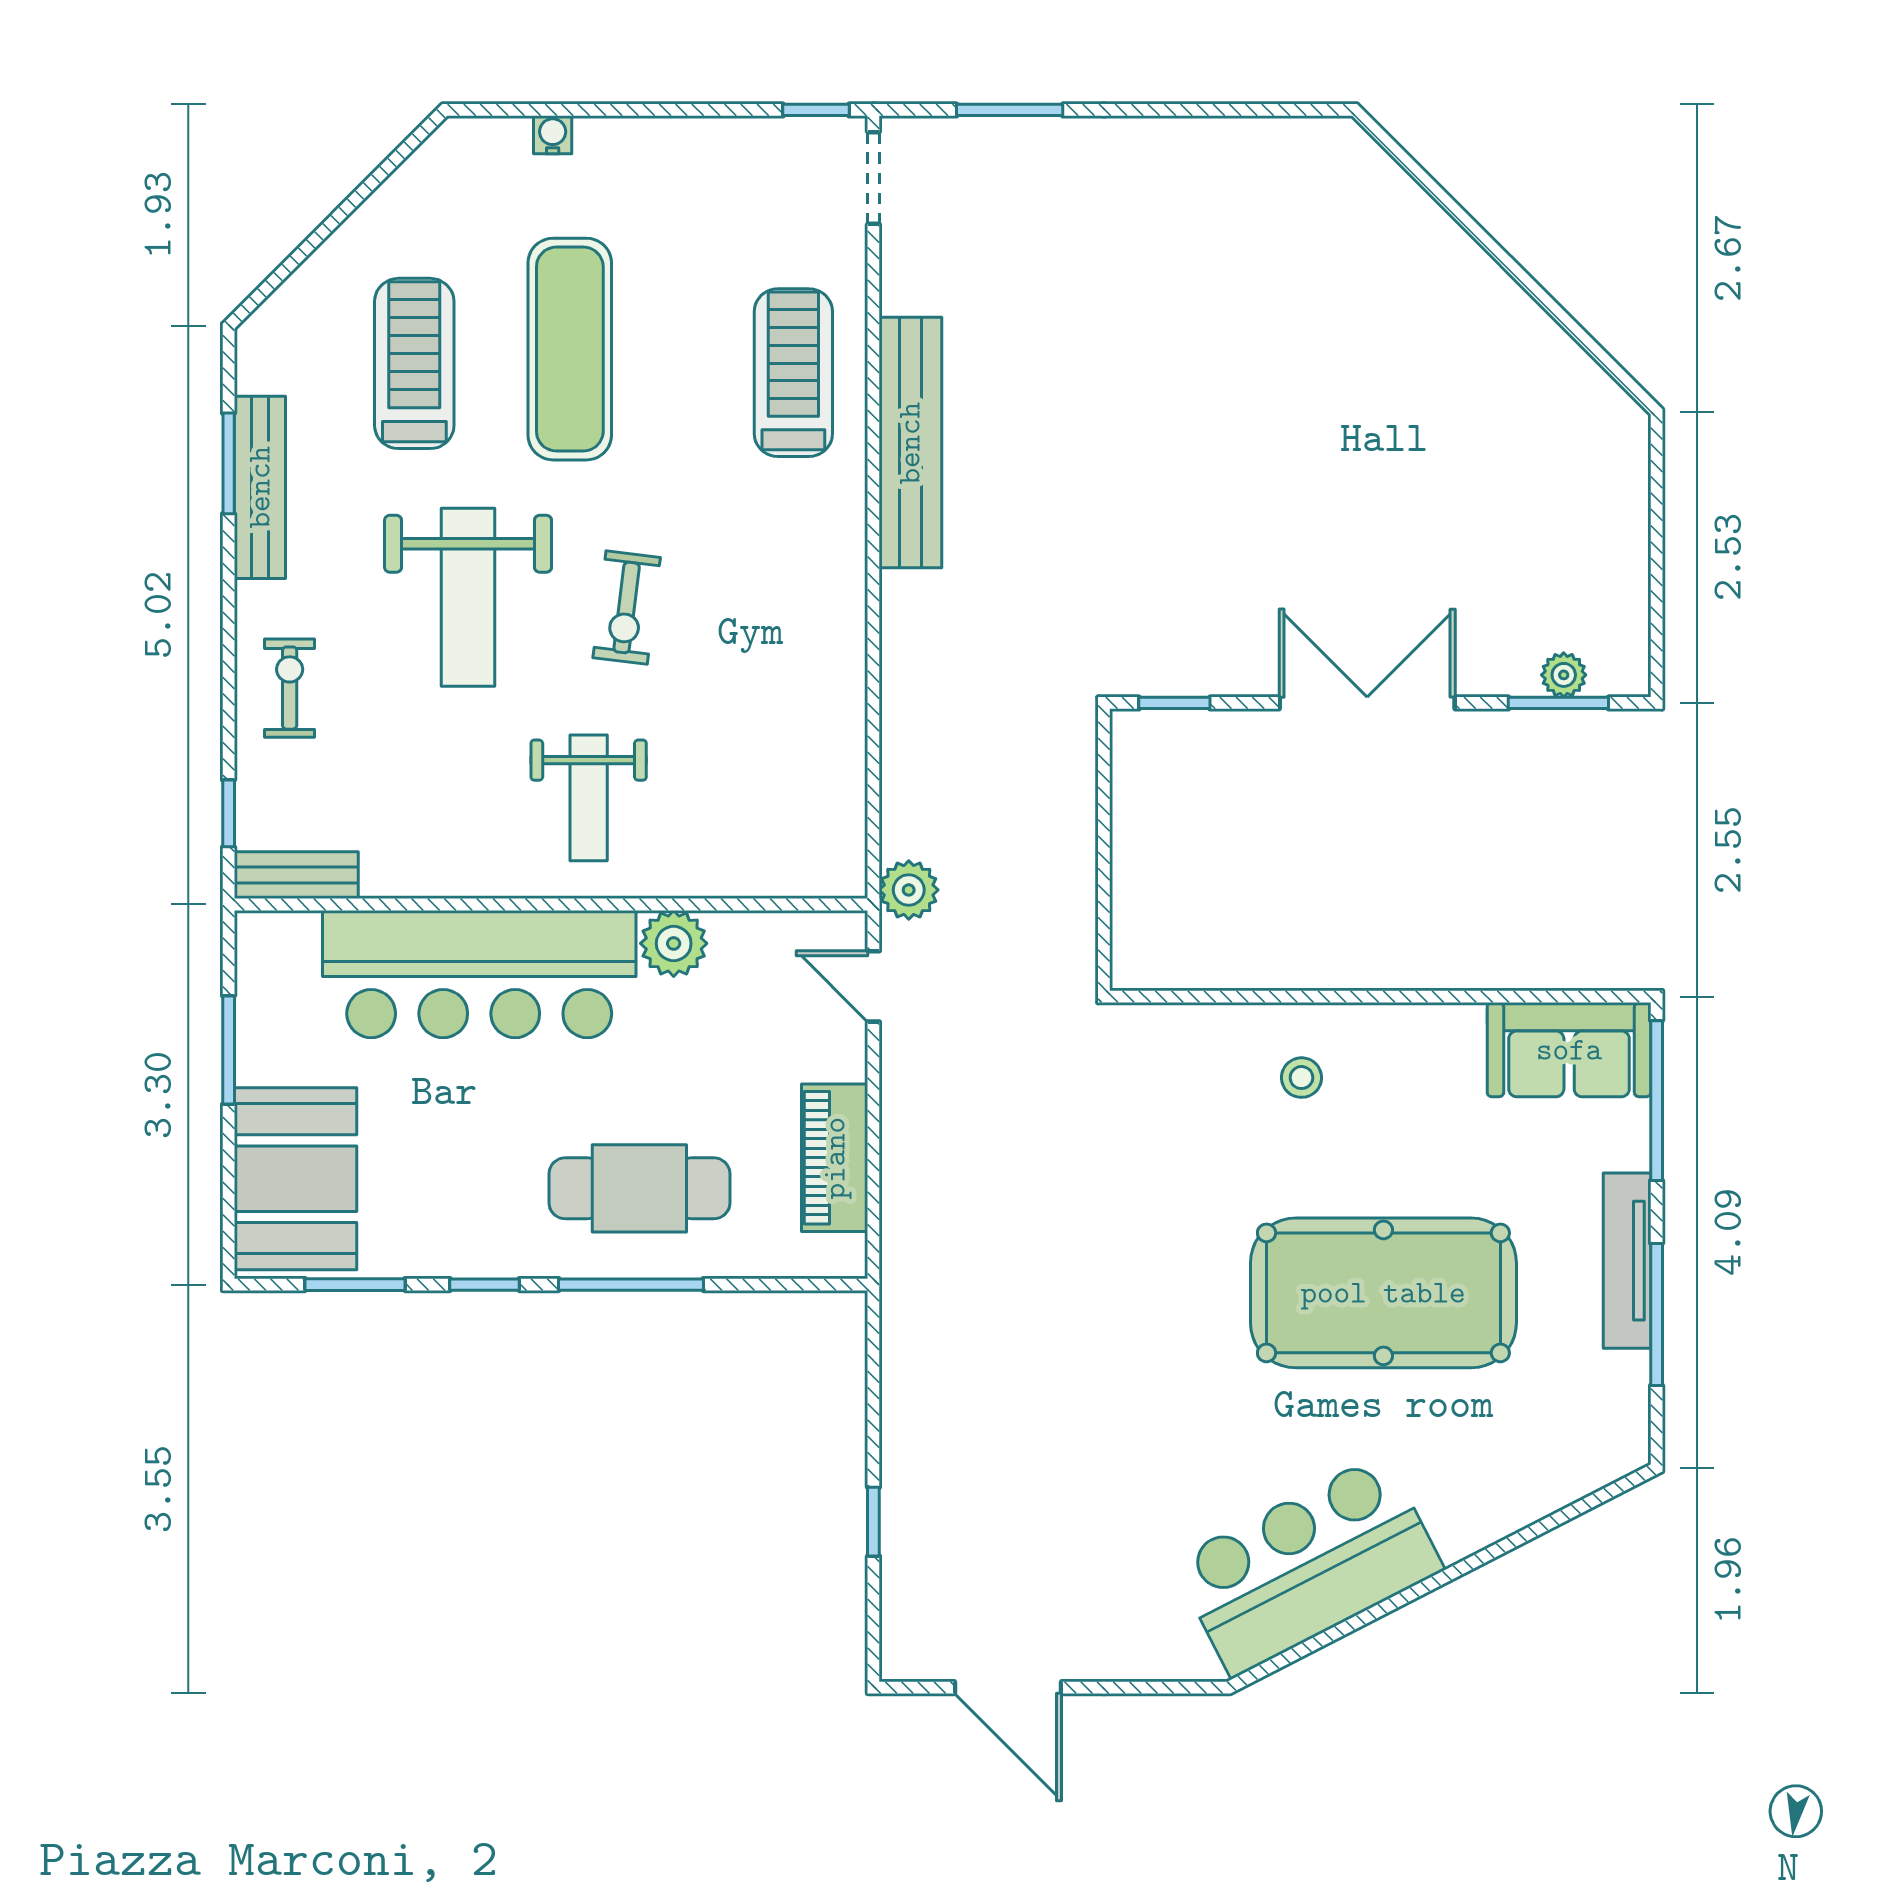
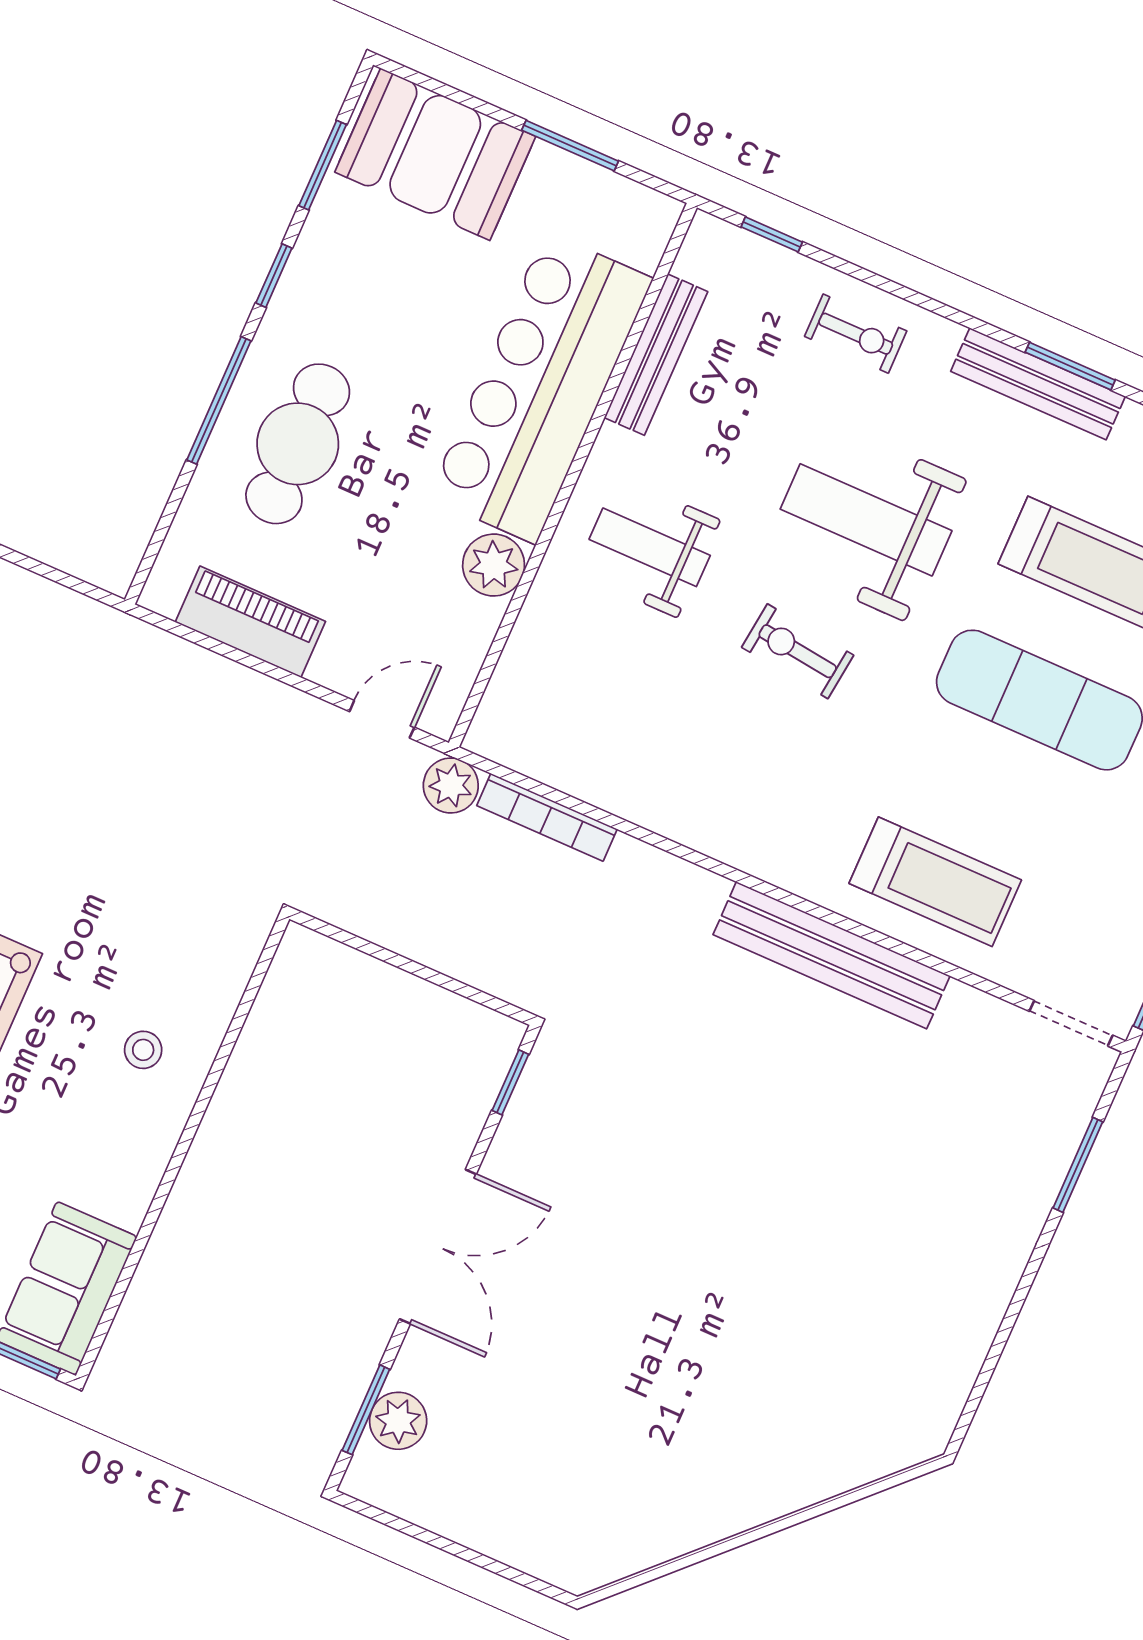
plant: (1564, 675) -> (398, 1421), width x1.38, depth x1.38
bookcase: (898, 782) -> (547, 817), added
bench: (296, 875) -> (656, 355), moved, width x1.36

